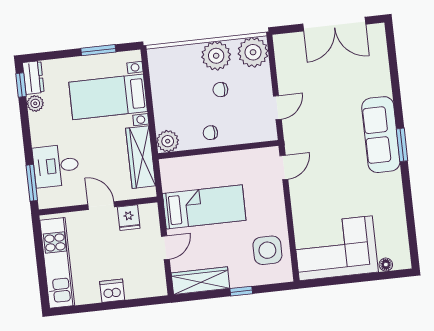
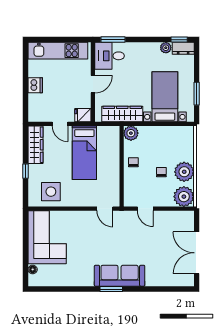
desk: (56, 166) -> (109, 56), moved, turned -90
fridge: (129, 218) -> (83, 115), moved

